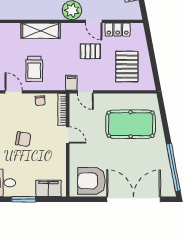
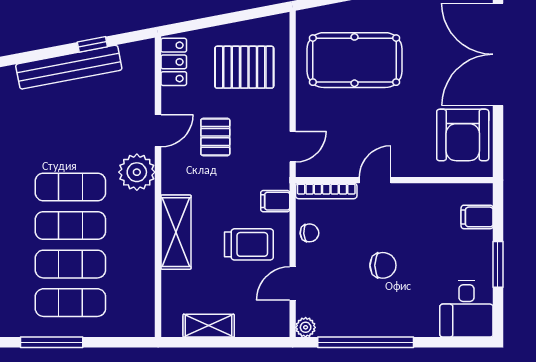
locker: (118, 30) -> (174, 62), moved
filing cabinet: (71, 83) -> (275, 201), moved
pool table: (131, 124) -> (354, 60), turned 90
chair: (23, 139) -> (383, 265), turned 80
filing cabinet: (48, 188) -> (477, 217), width x0.50

